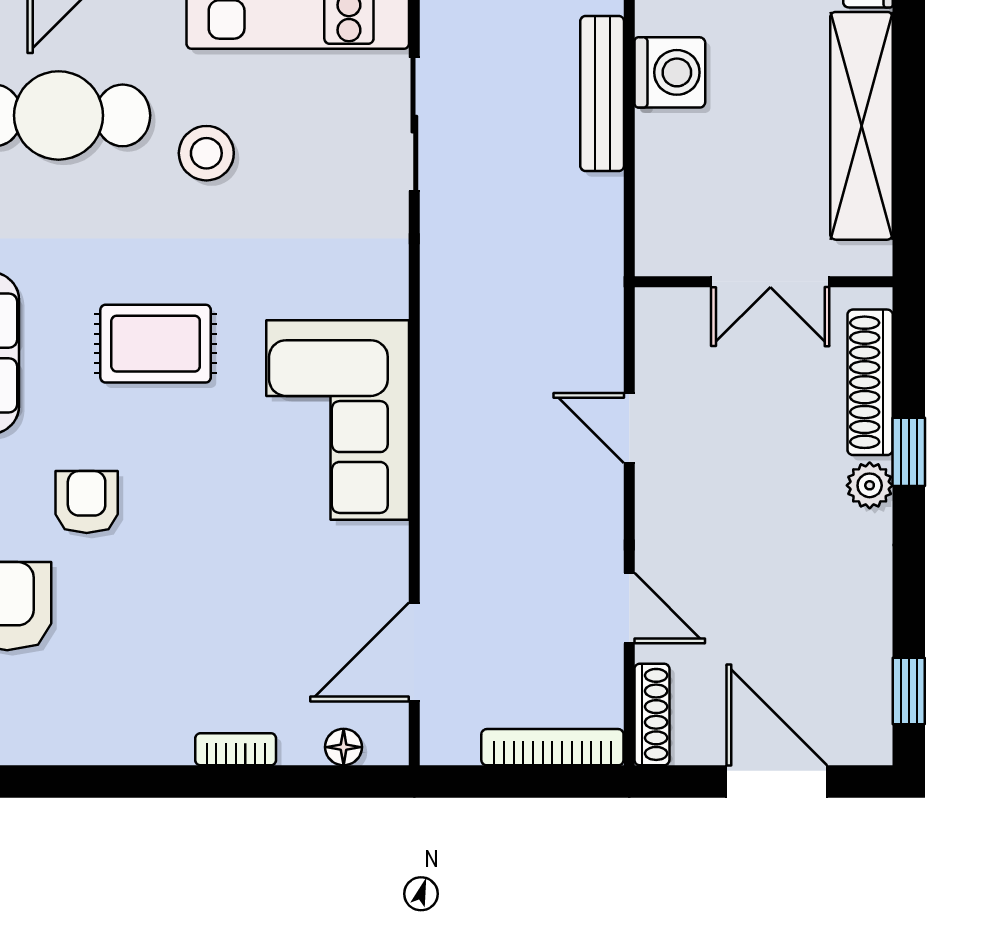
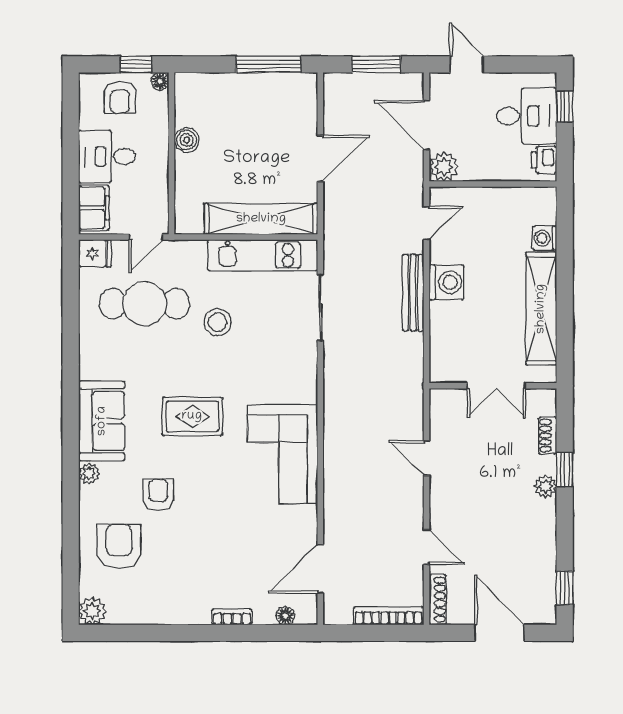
shoe rack: (870, 382) -> (548, 435), width x0.51, depth x0.81

